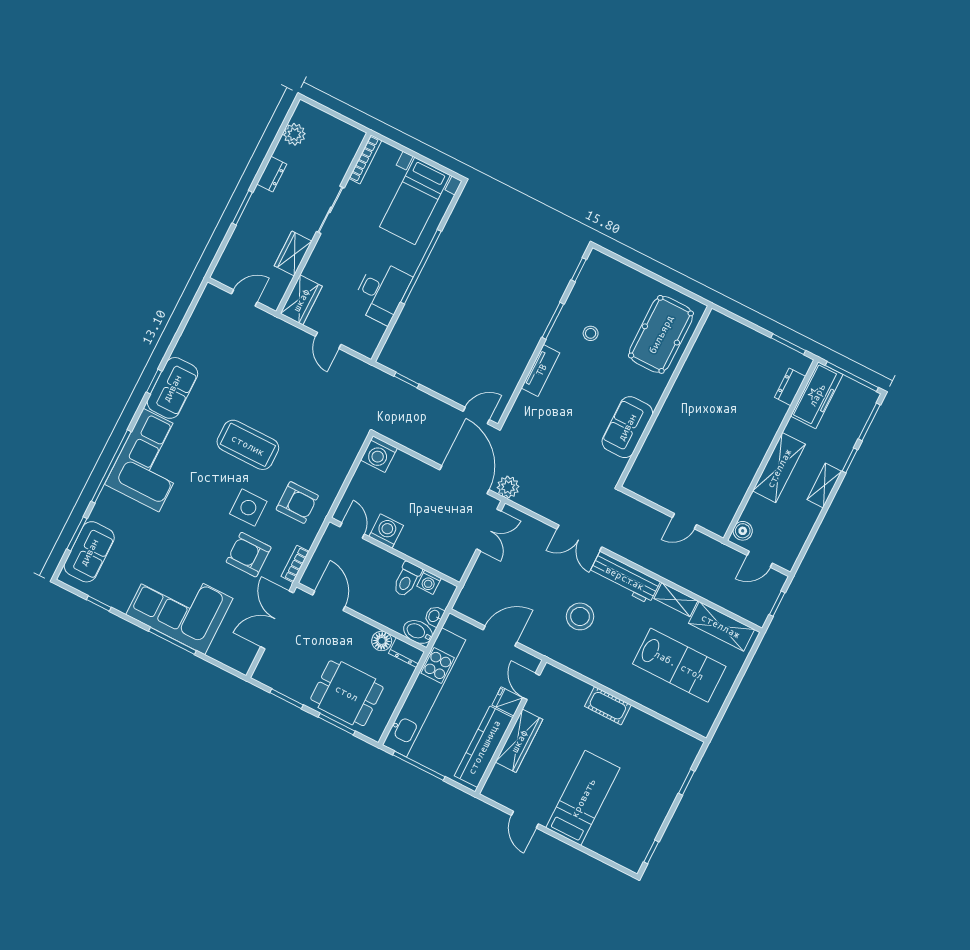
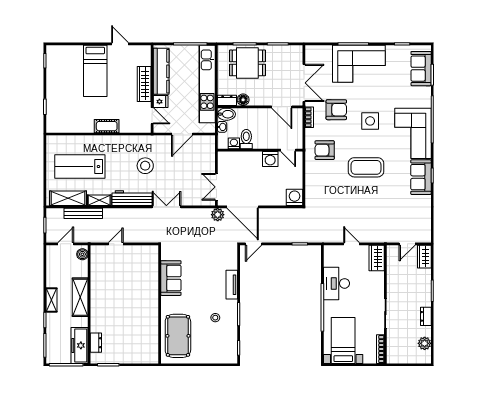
wardrobe: (293, 253) -> (424, 257), moved, turned 180
side table: (248, 508) -> (370, 121), moved
bench: (710, 592) -> (83, 213), added

